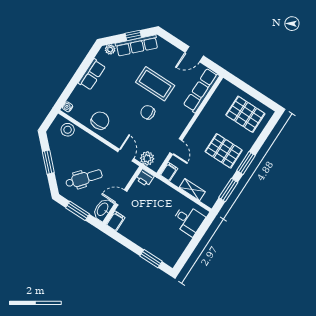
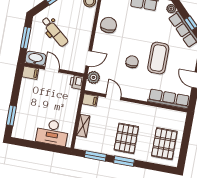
chair: (100, 121) -> (108, 25), turned -90
door: (176, 147) -> (113, 97), swing flipped
desk: (188, 220) -> (52, 132), width x1.37

